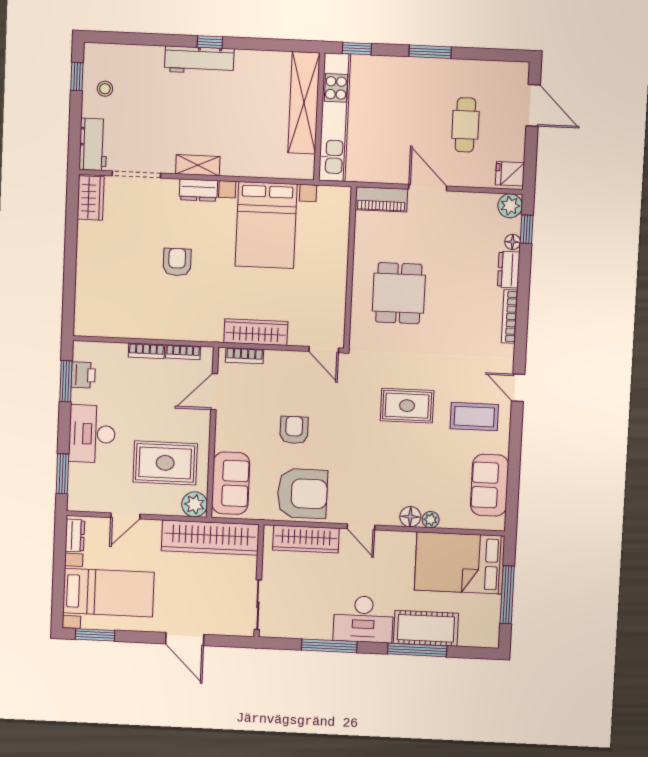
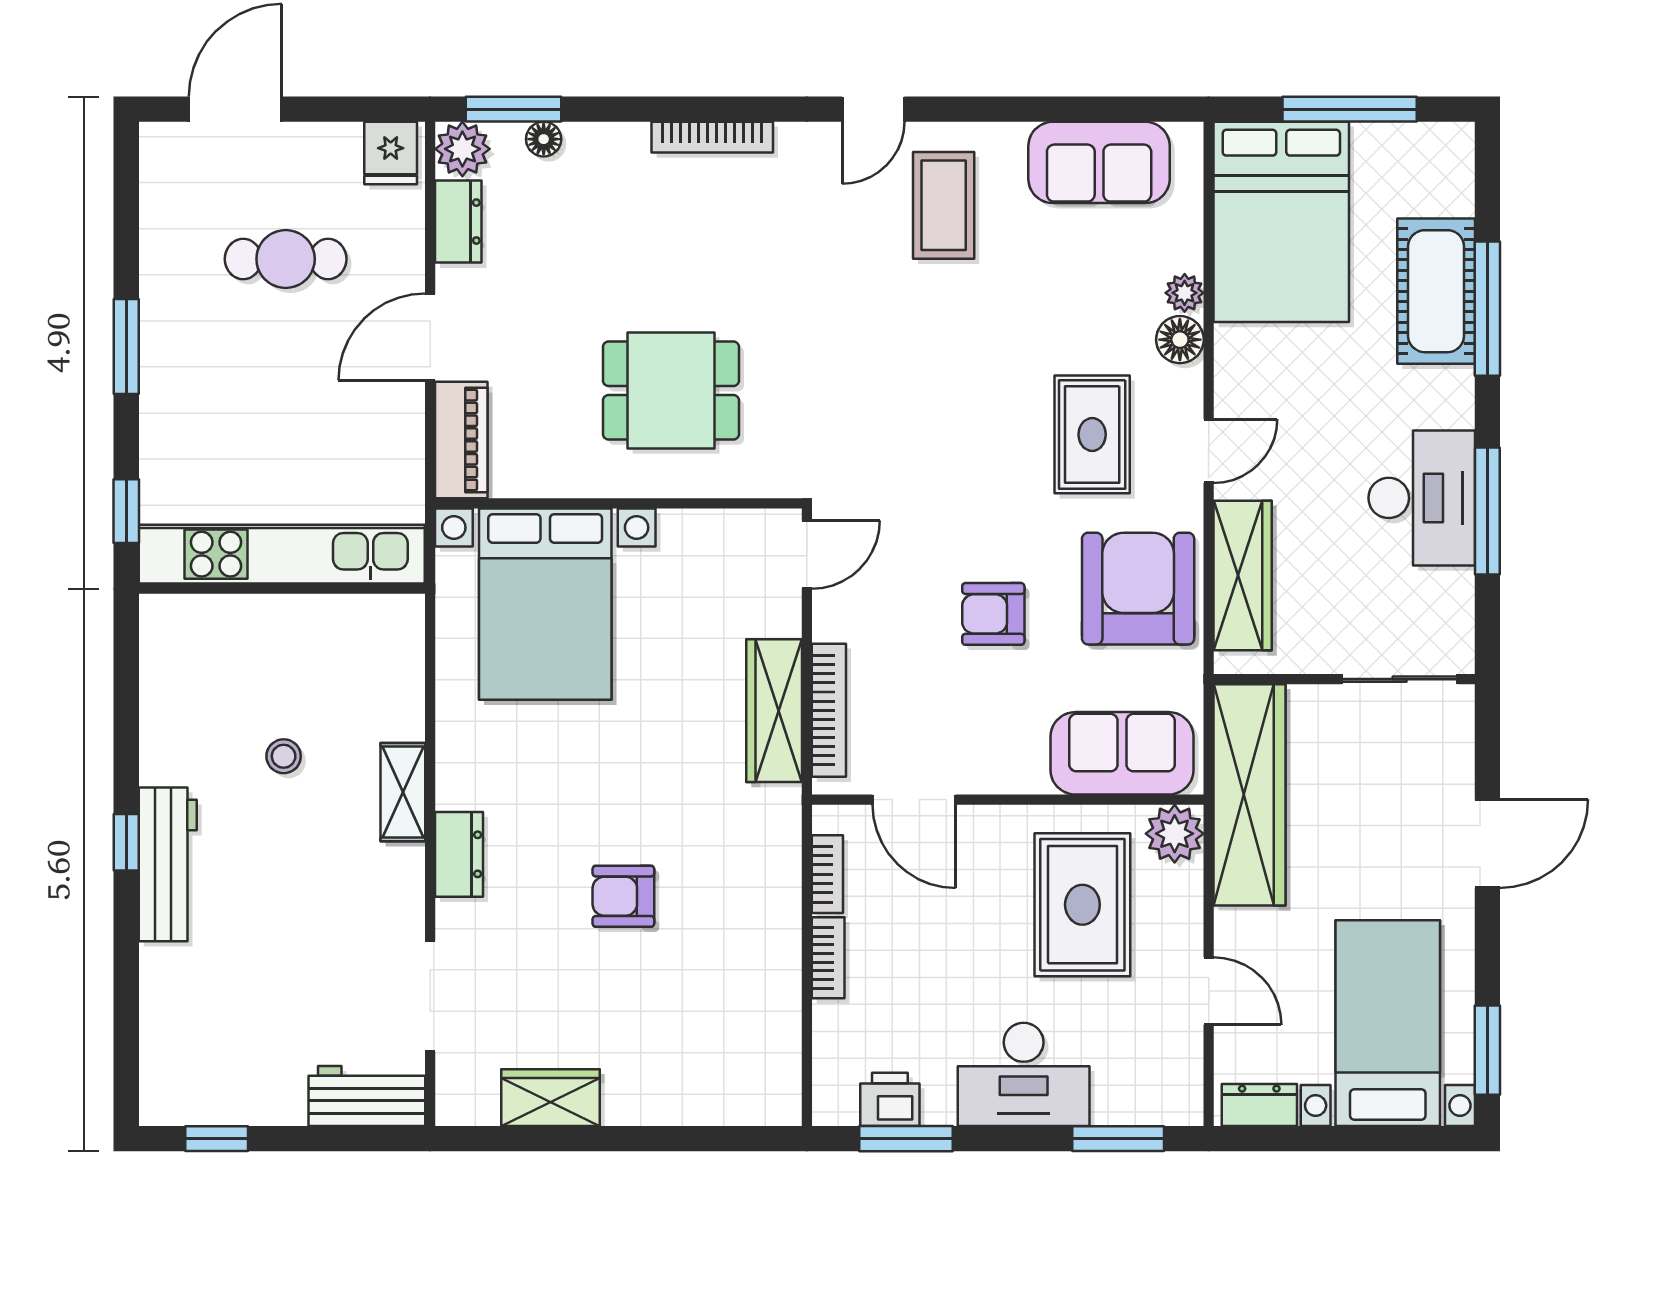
stool: (105, 89) -> (284, 756), moved
shelving: (304, 103) -> (252, 625), removed
shelving: (198, 165) -> (403, 792), moved
wardrobe: (91, 198) -> (550, 1098), moved
bed with nightstands: (266, 225) -> (545, 604), moved, turned 90
window: (527, 229) -> (514, 109), width x1.50
dresser: (509, 270) -> (458, 222), moved, turned -90
bookcase: (244, 356) -> (829, 710), width x1.56
rug: (407, 406) -> (1092, 434), moved
desk: (363, 619) -> (1422, 498), moved

